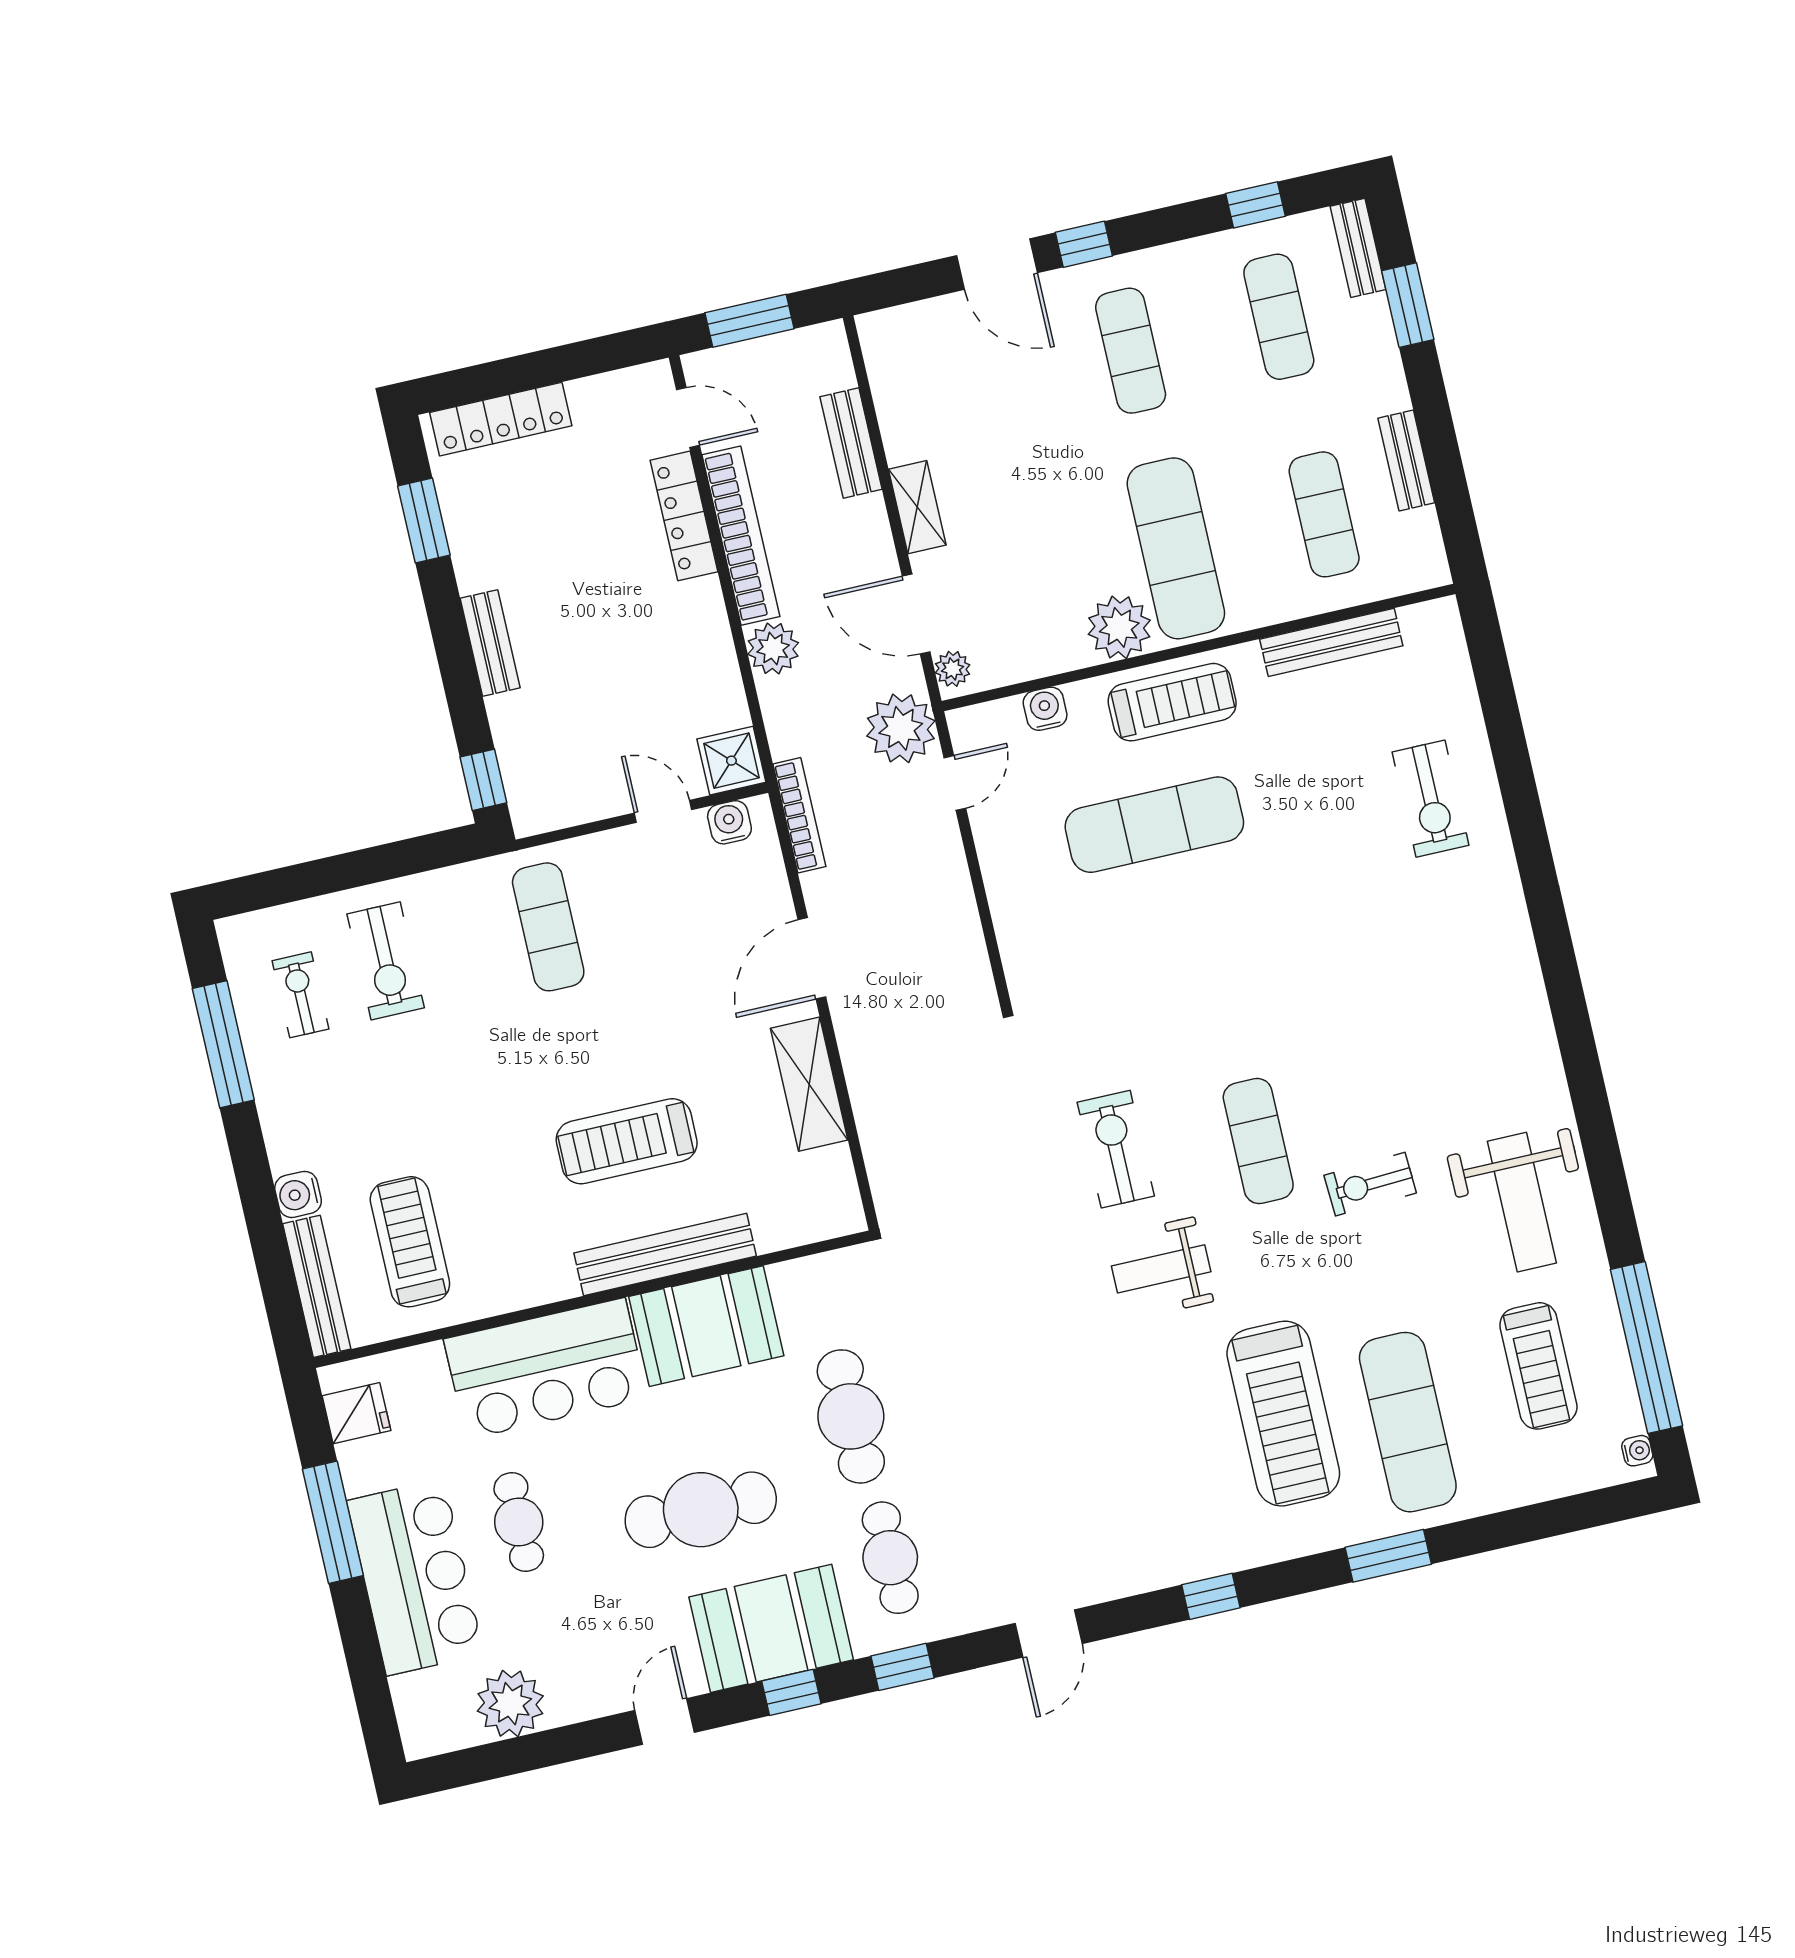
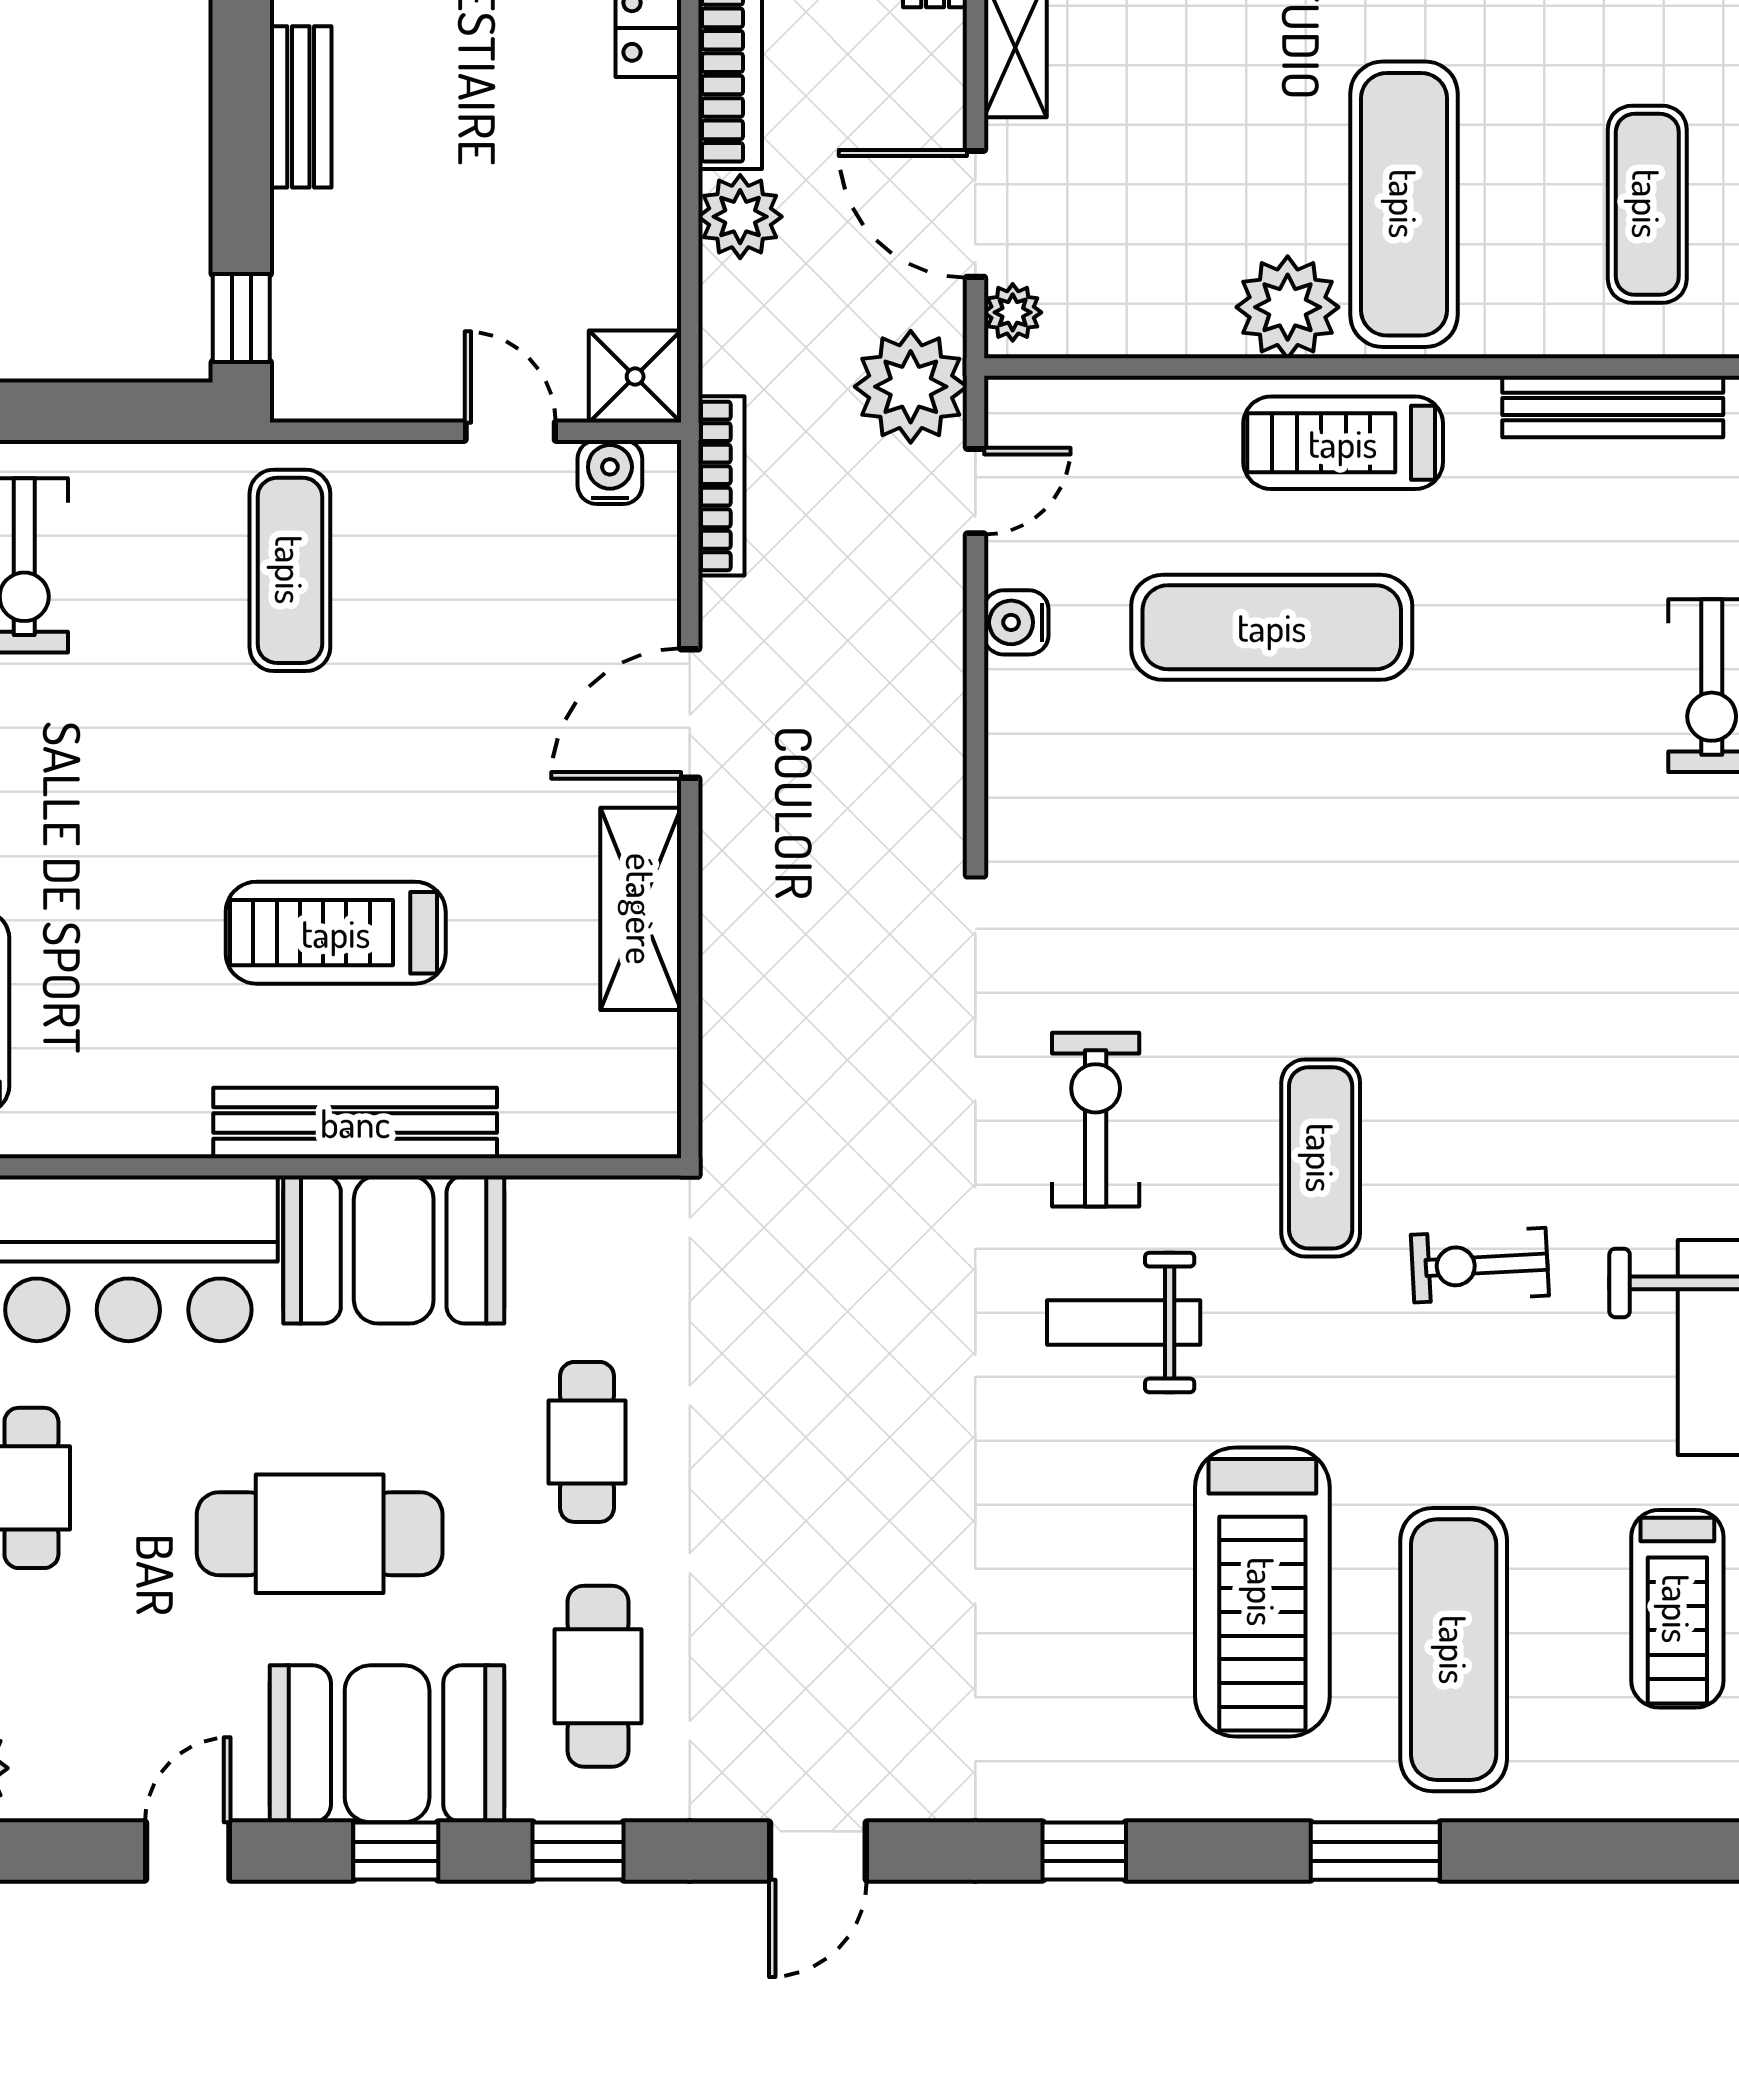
treadmill: (1172, 702) -> (1343, 443), turned 180
water cooler: (1045, 709) -> (1016, 622), moved, turned -90
cafe table: (851, 1416) -> (587, 1442), width x0.73, depth x0.74

